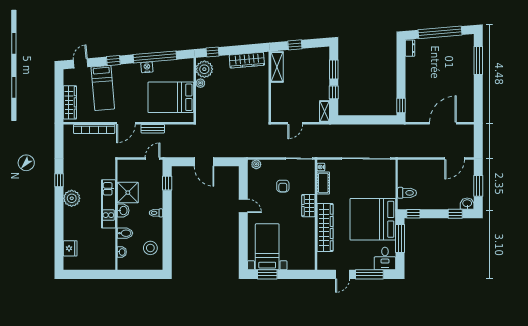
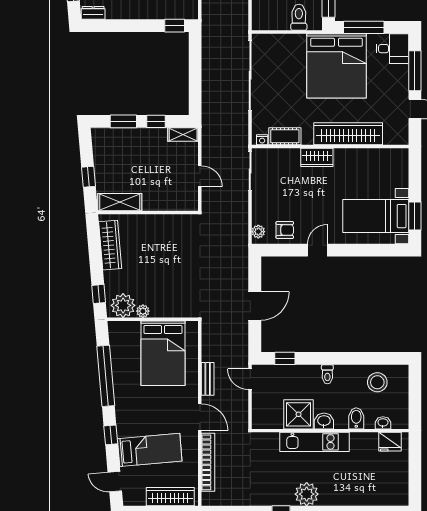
nightstand: (147, 67) -> (120, 387), removed
armchair: (283, 186) -> (285, 230), moved
fridge: (70, 248) -> (390, 442), moved, turned 180

